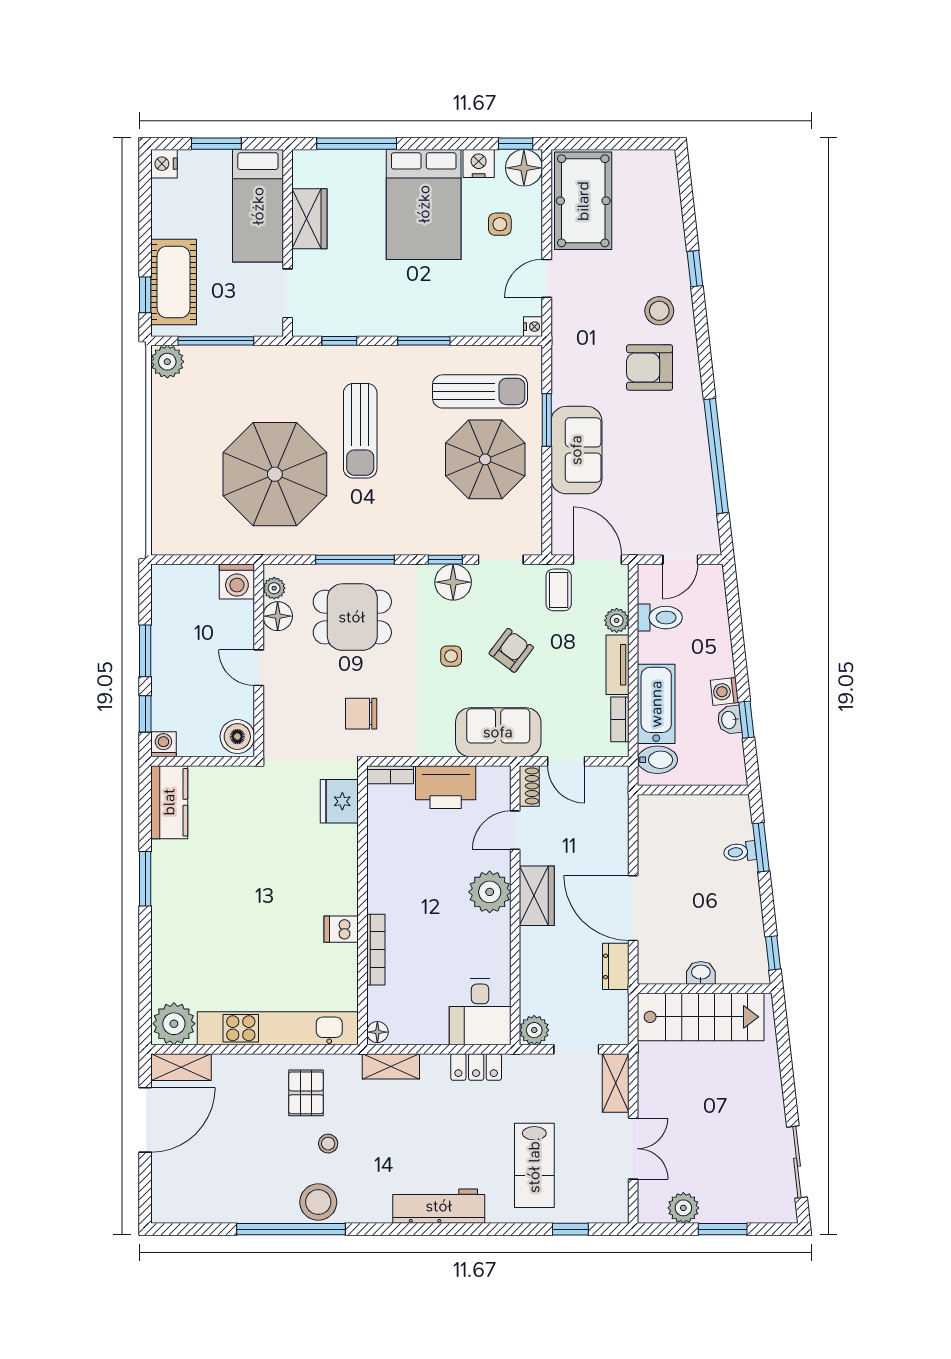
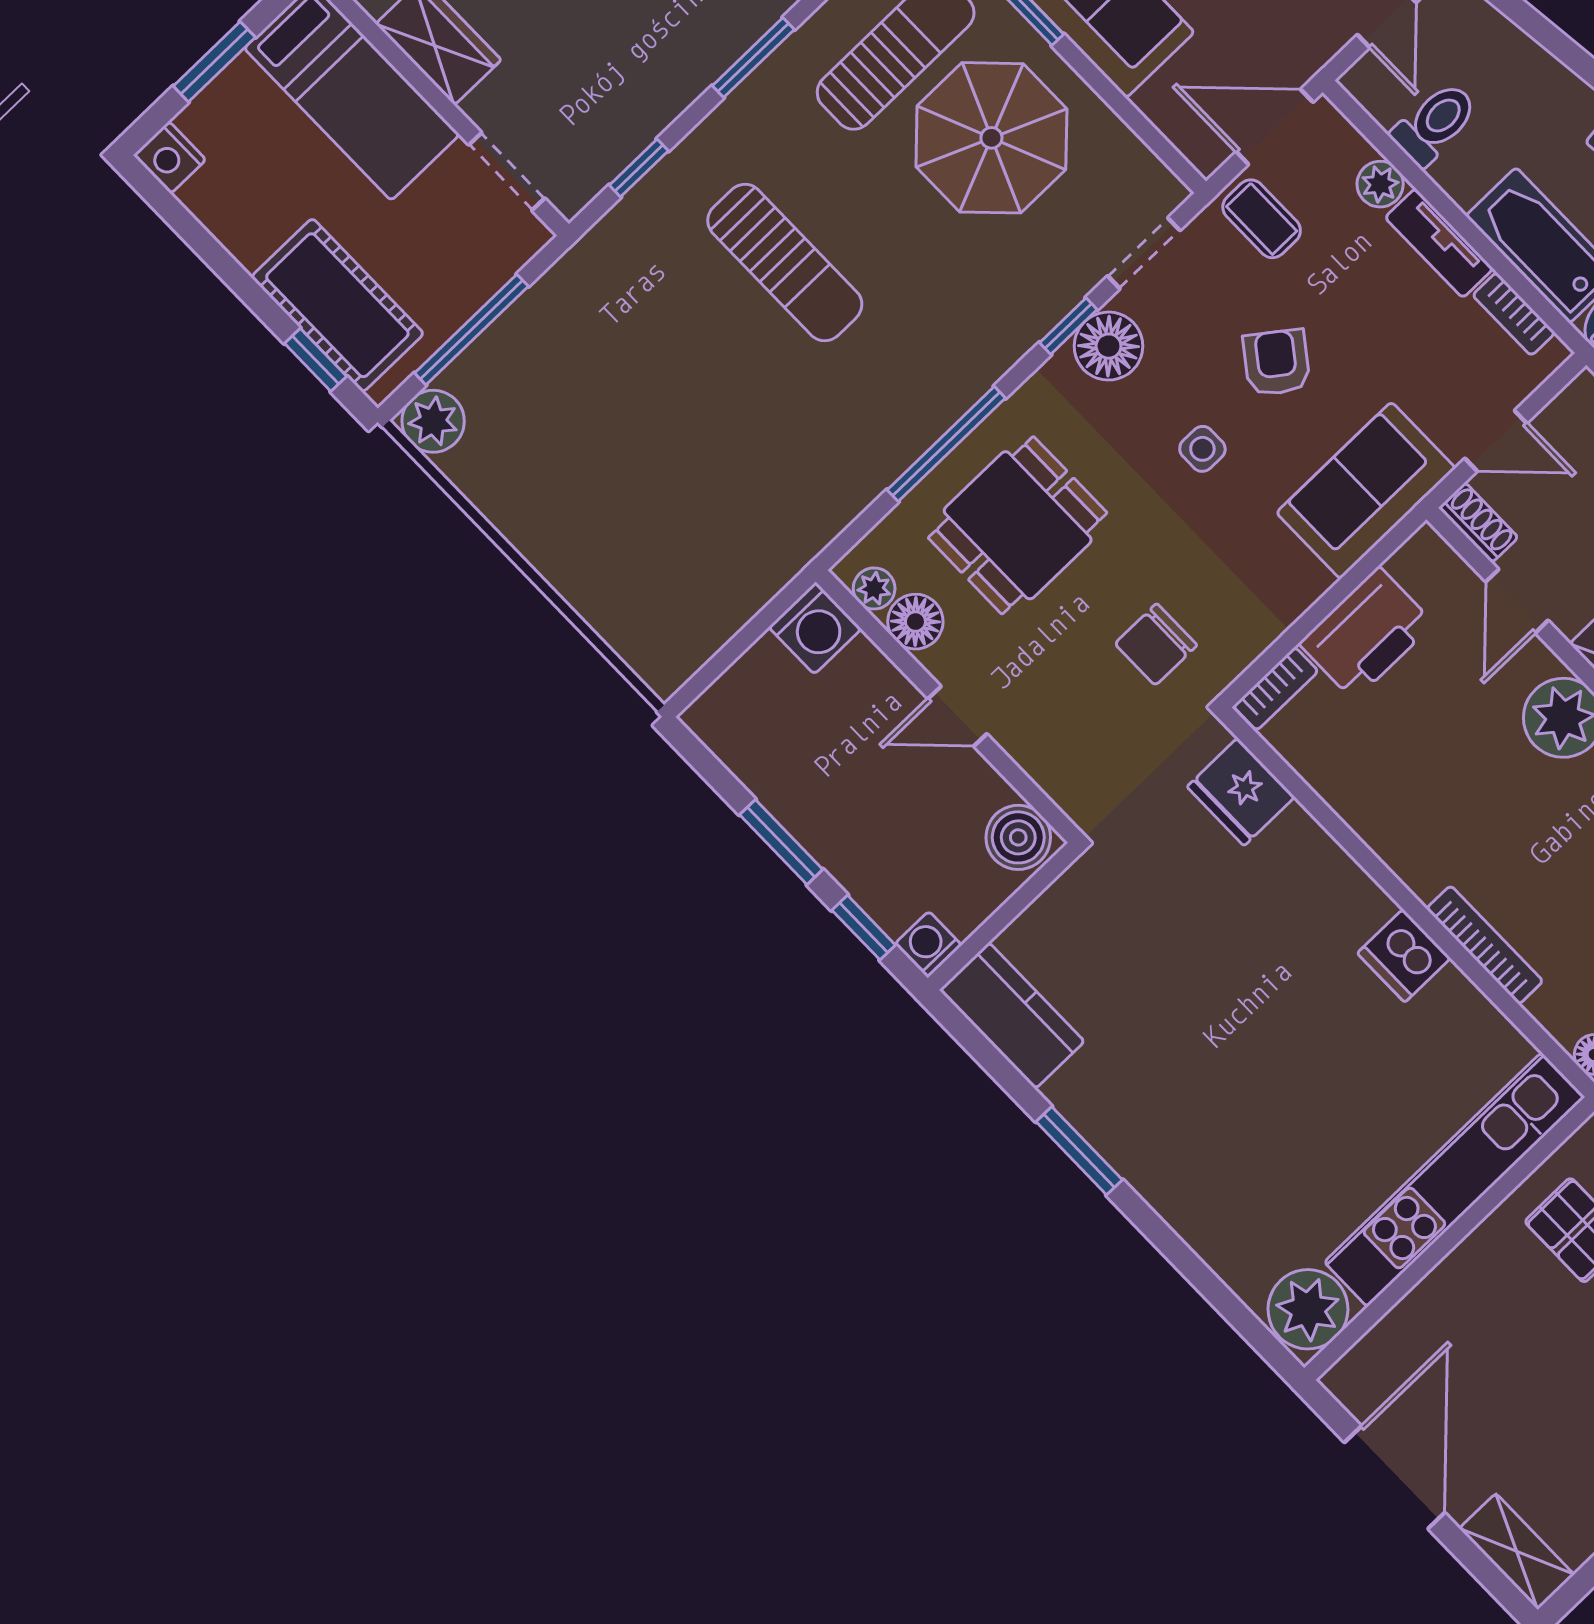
parasol: (275, 474) -> (726, 433), removed
dishwasher: (341, 929) -> (1404, 956), width x1.38
shelving: (181, 1067) -> (1517, 1551), moved, turned 90

